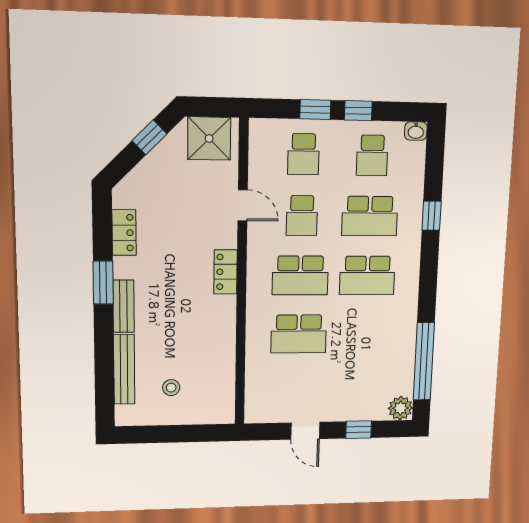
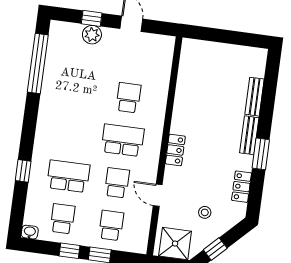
school desk: (367, 275) -> (74, 134), removed
school desk: (299, 334) -> (128, 98), width x0.54
bench: (124, 369) -> (255, 97), width x0.73
stool: (171, 388) -> (205, 212), moved
plant: (400, 408) -> (92, 35), moved

